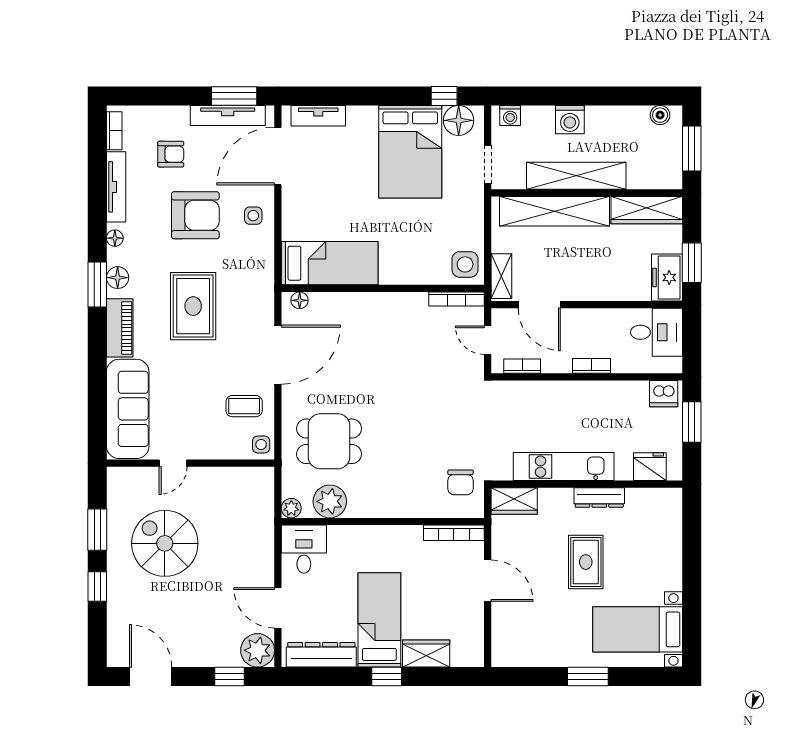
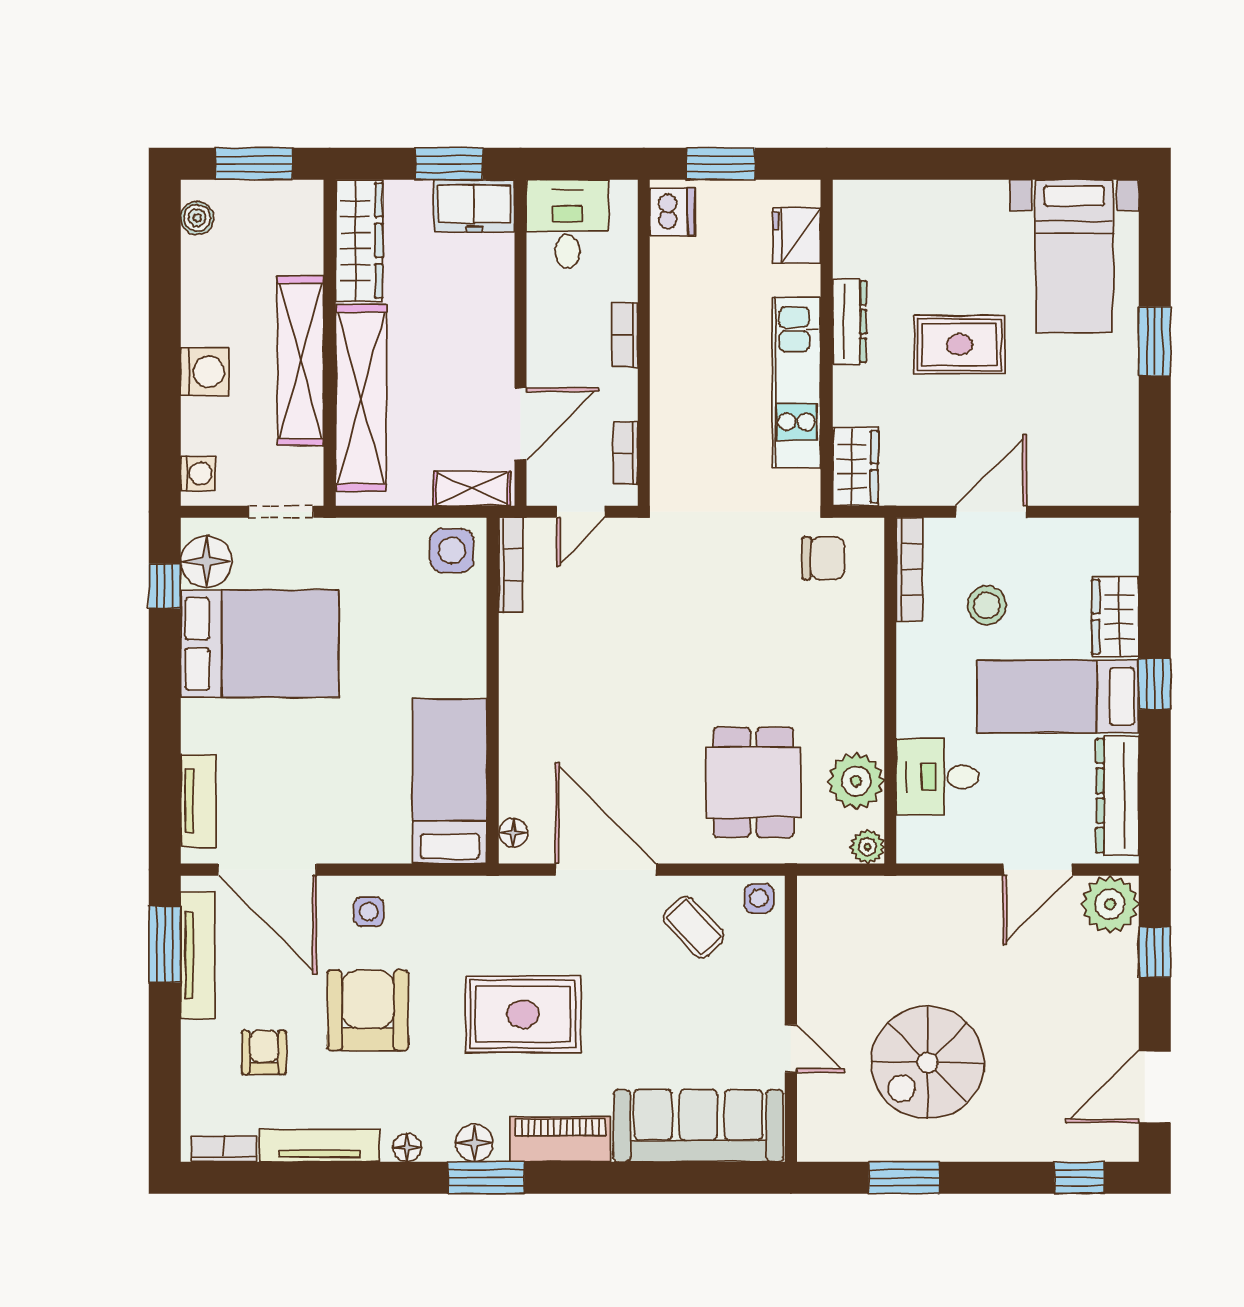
coffee table: (244, 406) -> (694, 927), turned -43
desk: (304, 549) -> (937, 777), moved
stool: (433, 578) -> (987, 605), added
window: (97, 587) -> (1079, 1178), moved

